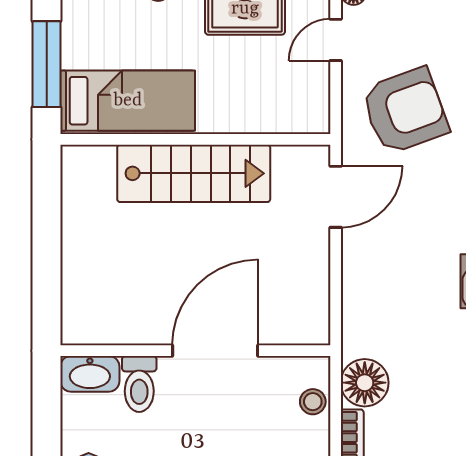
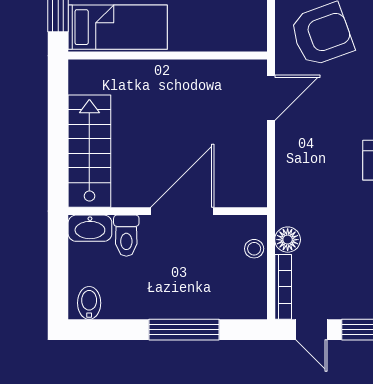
stairs: (194, 173) -> (89, 151), moved, turned -90
floor lamp: (365, 383) -> (288, 240), width x0.73, depth x0.73

